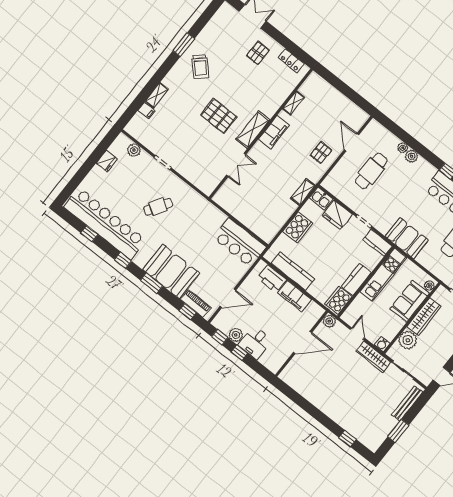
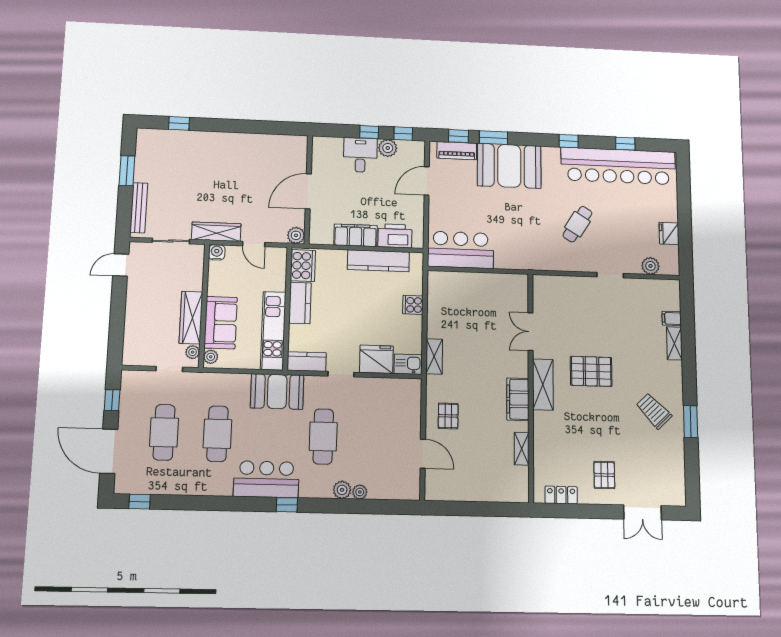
cafe table: (371, 171) -> (323, 436), moved
cooker: (298, 227) -> (413, 305), width x0.53, depth x0.76
window: (152, 283) -> (493, 138), moved
plant: (408, 340) -> (193, 352), moved, width x0.53, depth x0.53

